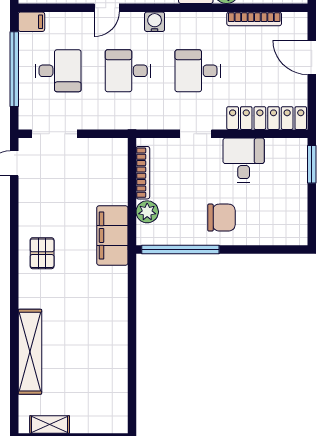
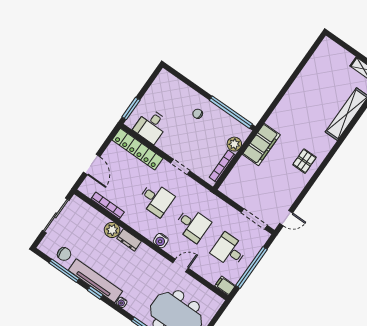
desk: (244, 160) -> (151, 126), moved
chair: (221, 218) -> (198, 114), width x0.54, depth x0.54

